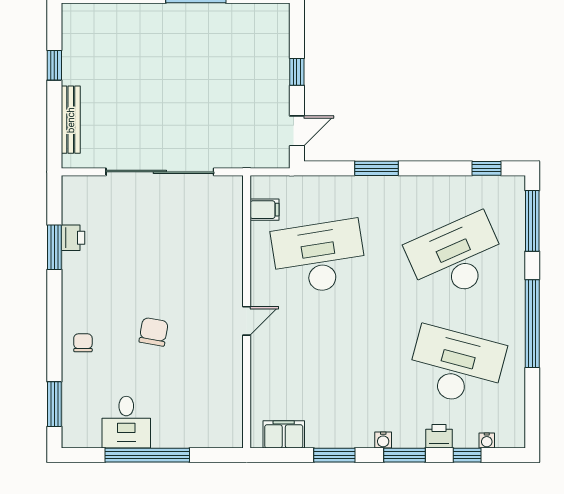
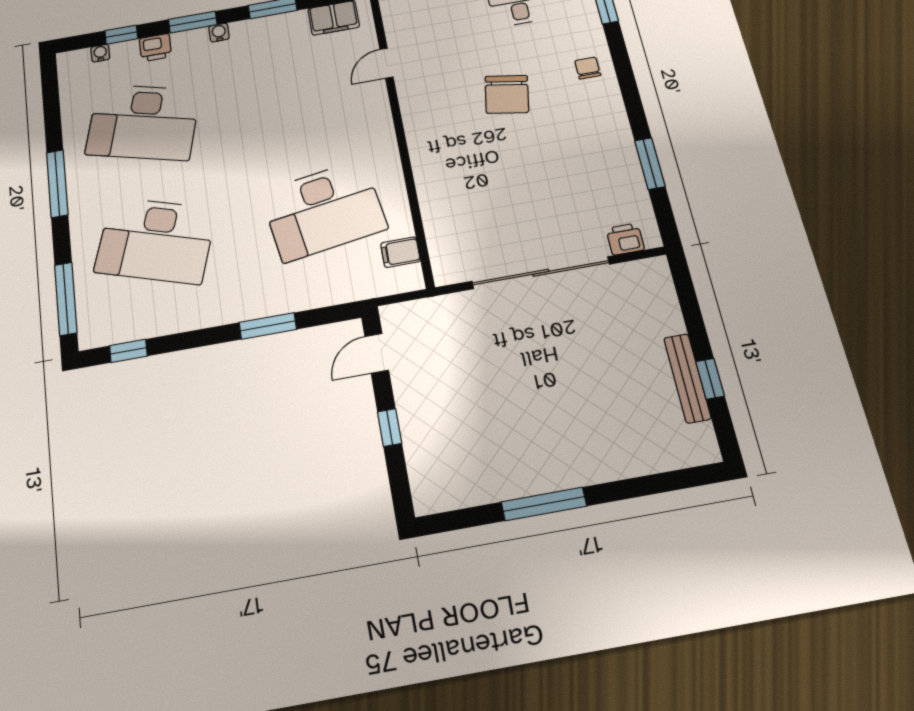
bench: (71, 120) -> (687, 378), moved
printer: (73, 238) -> (625, 239), moved, turned 90
desk: (456, 257) -> (156, 240), turned 42
door: (247, 321) -> (386, 63), moved
window: (532, 324) -> (57, 183), width x0.68
chair: (154, 332) -> (507, 94), width x1.37, depth x1.37
chair: (83, 343) -> (588, 68), turned 180

